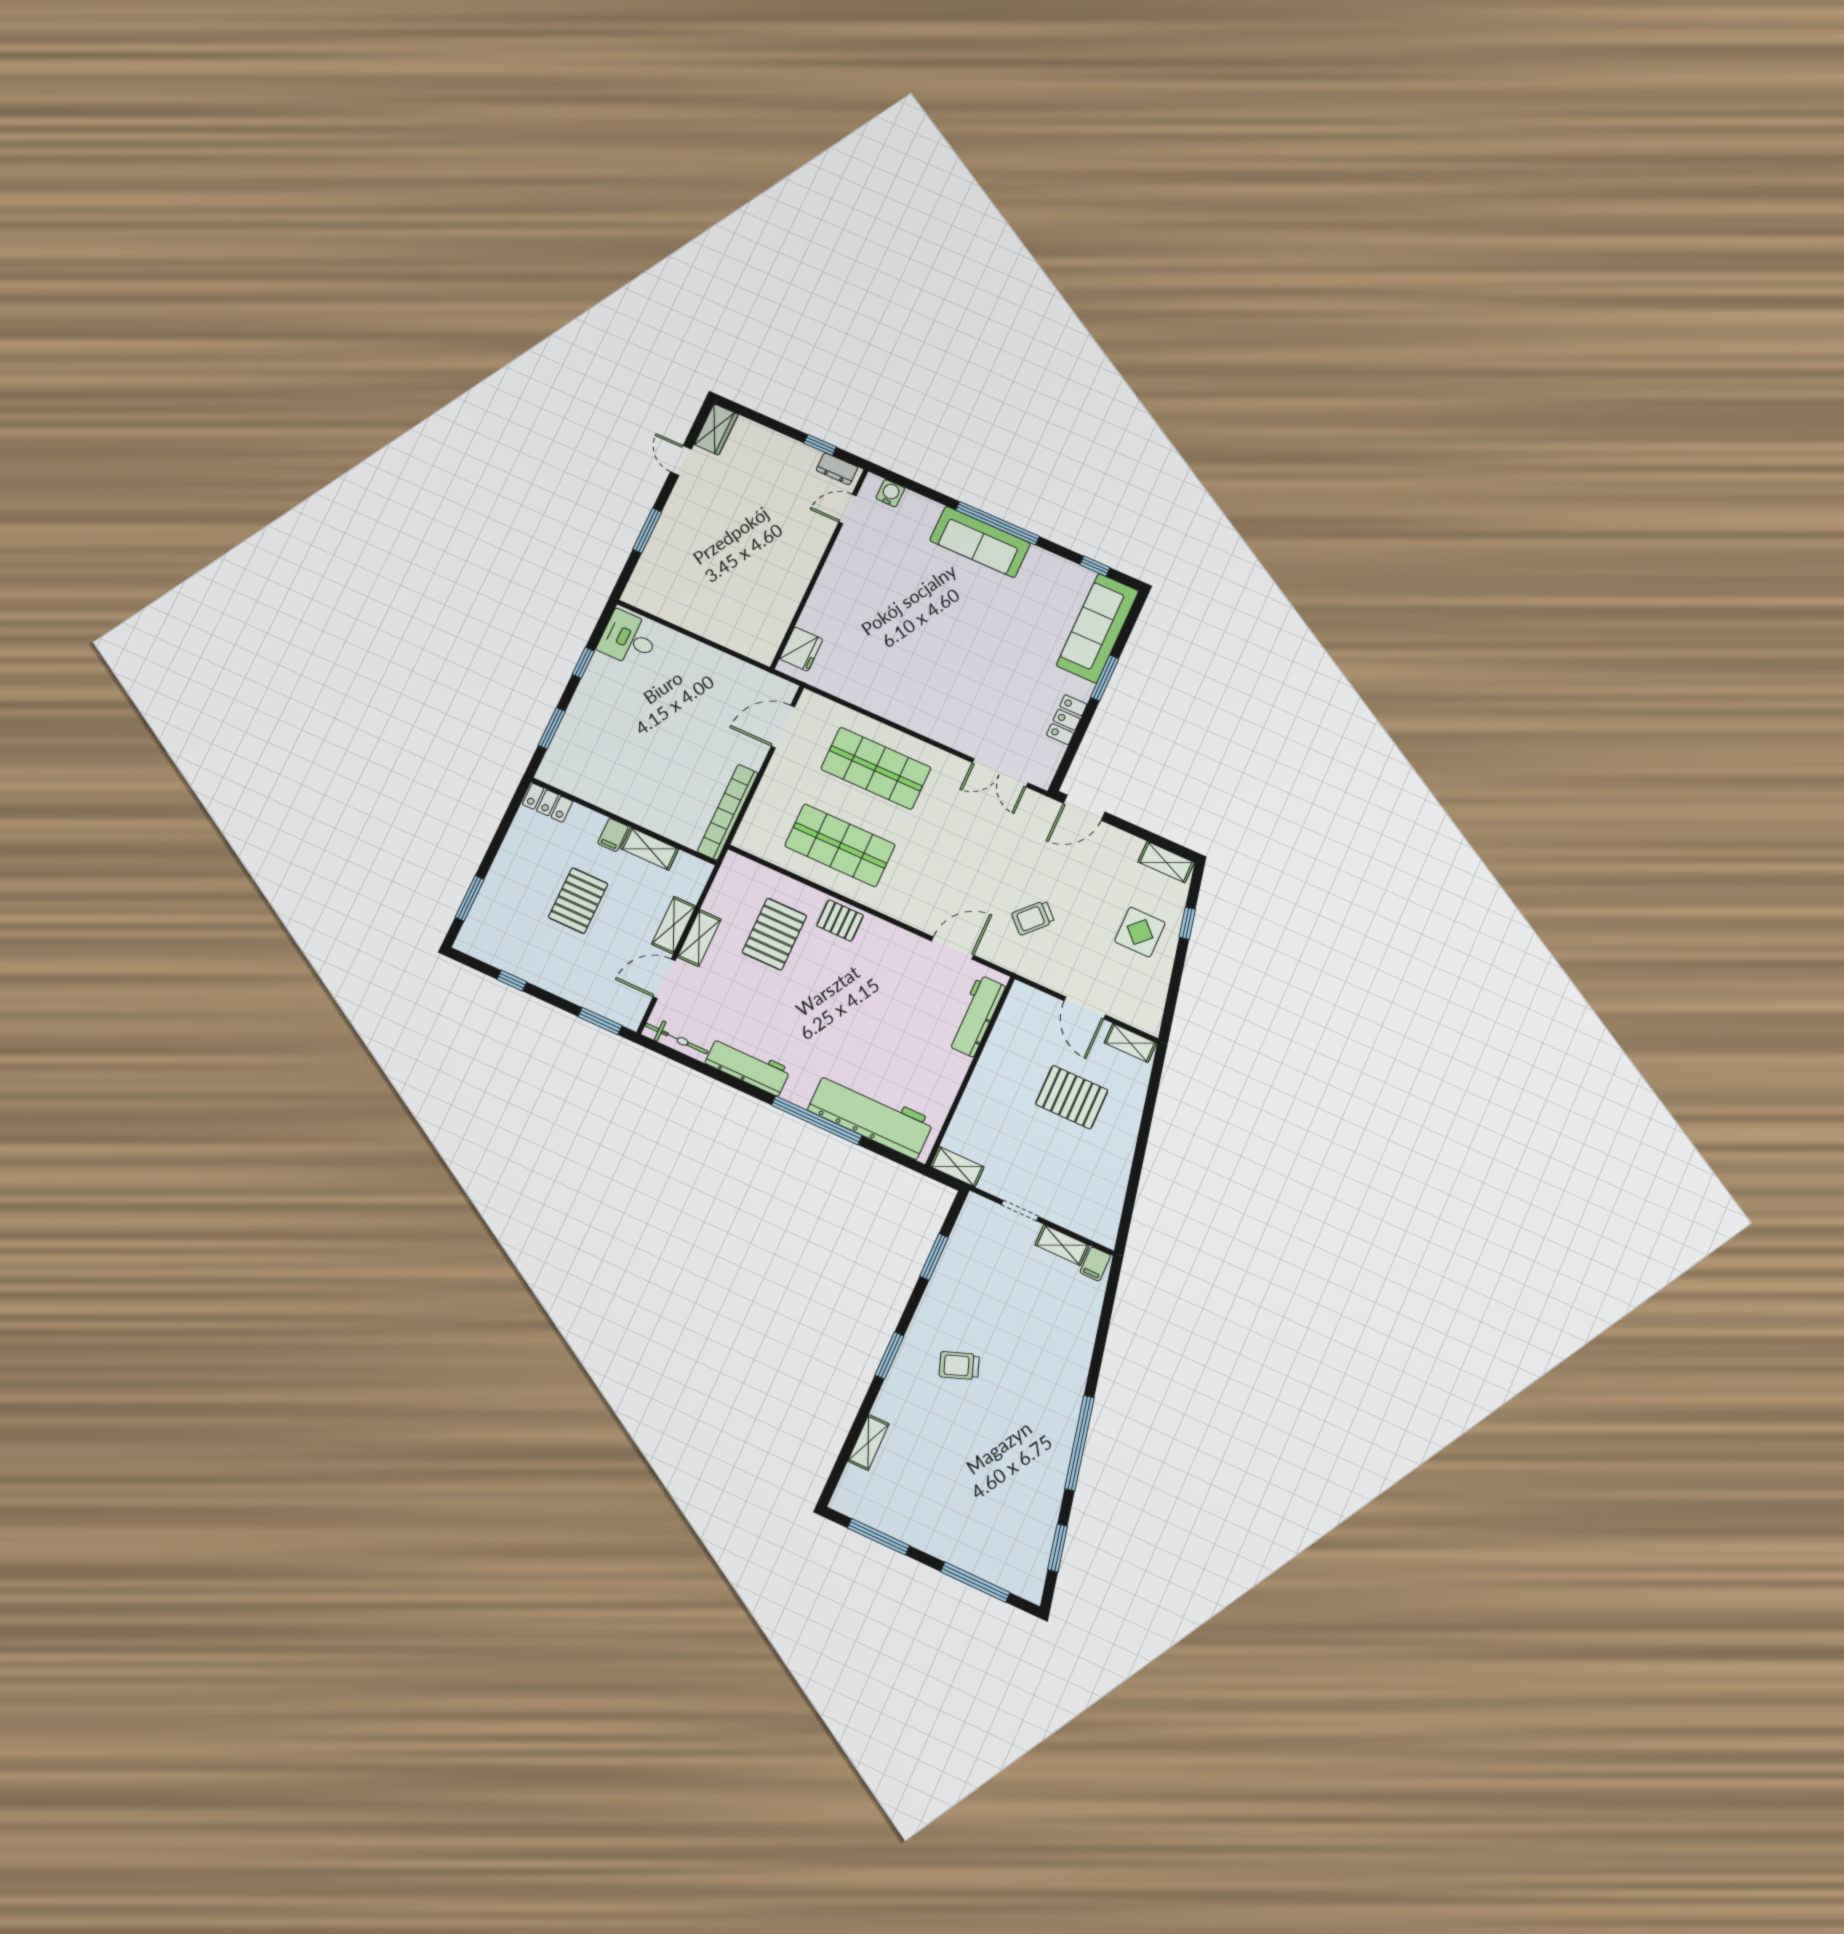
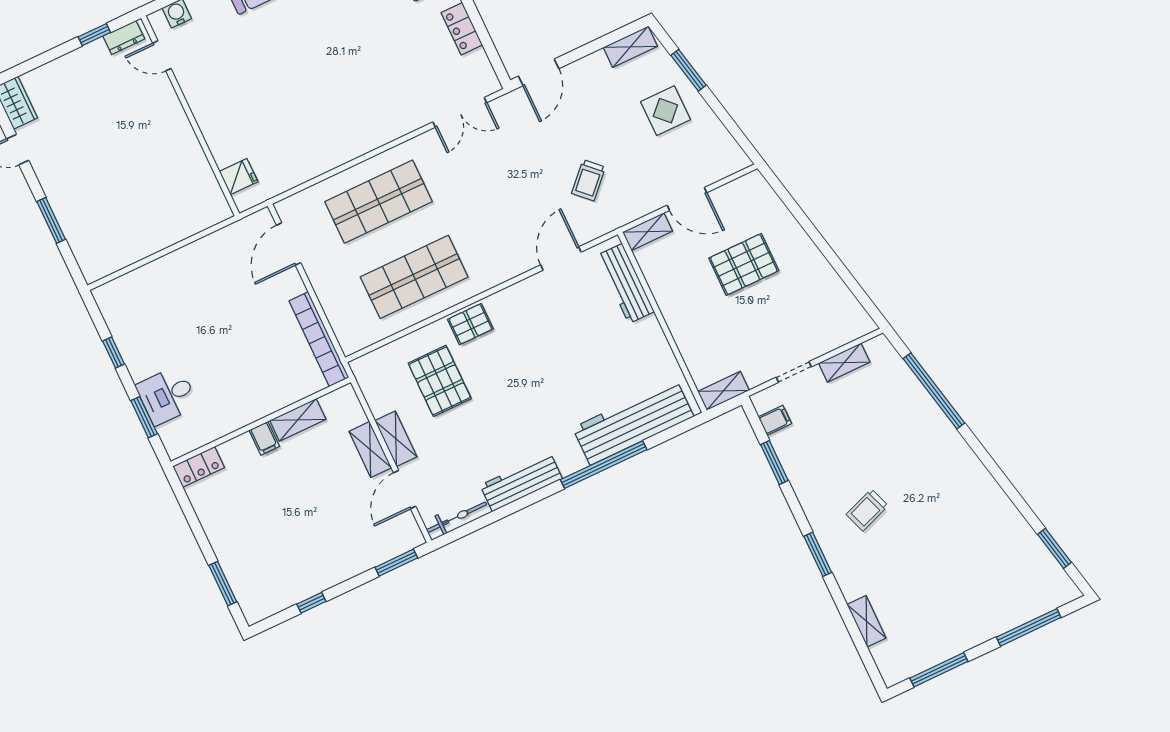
door: (847, 509) -> (162, 56), hinge flipped
desk: (629, 639) -> (167, 395), moved
fridge: (801, 649) -> (239, 177), width x0.72
pallet: (578, 901) -> (292, 505), removed
window: (1187, 923) -> (689, 70), width x1.50
shelving: (1130, 1043) -> (648, 232), moved
filing cabinet: (1095, 1264) -> (775, 420), moved, turned -90
window: (1079, 1443) -> (934, 391), moved

